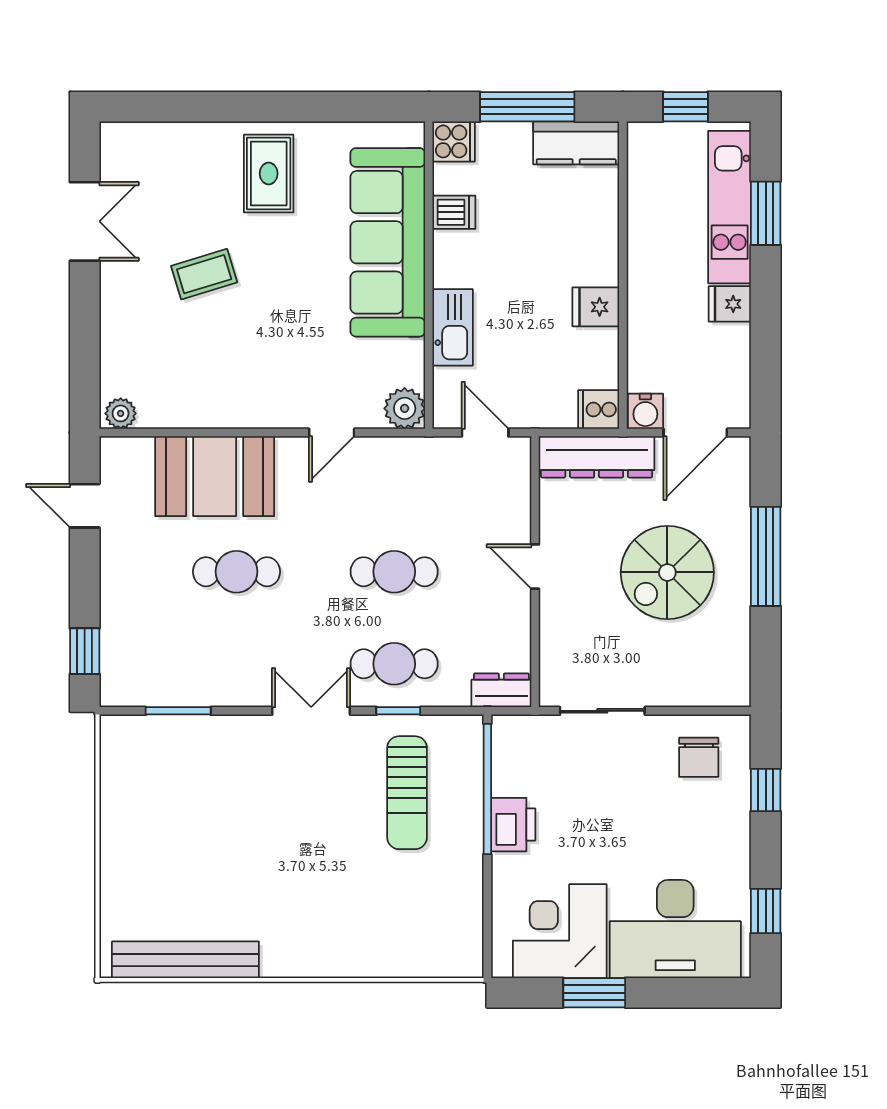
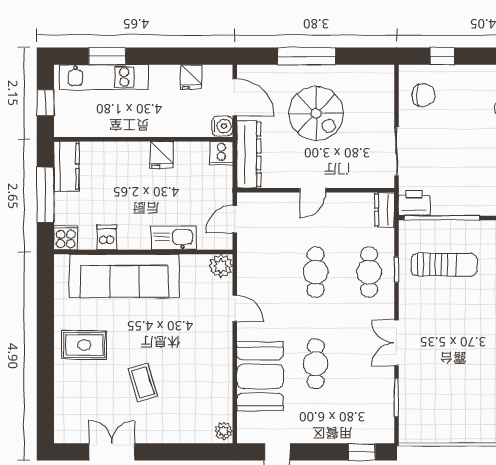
fridge: (730, 304) -> (191, 77), moved
double door: (311, 711) -> (396, 343), moved
printer: (513, 825) -> (414, 203), moved

